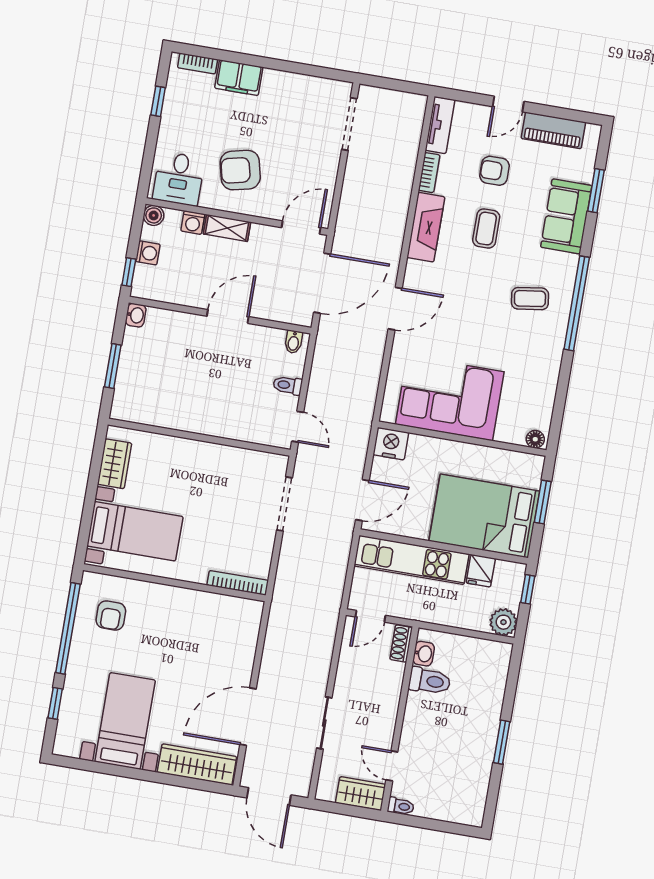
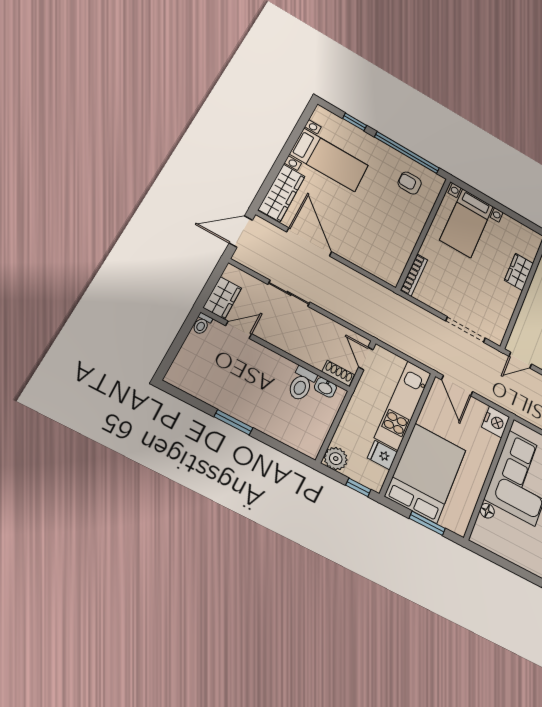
floor lamp: (535, 439) -> (487, 511), moved
wardrobe: (115, 464) -> (519, 272), moved, turned 90

